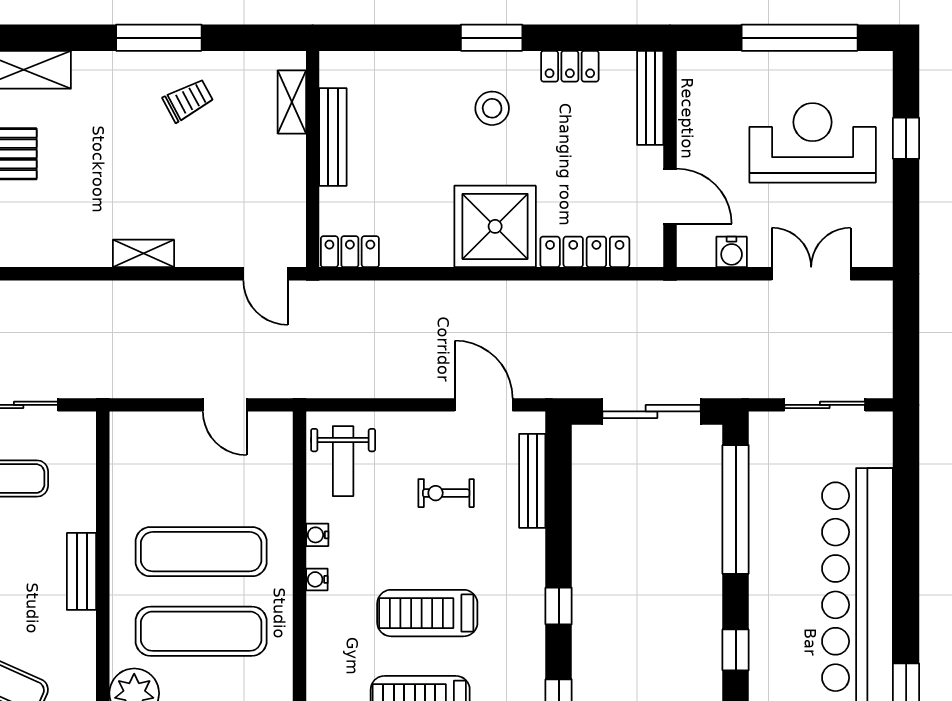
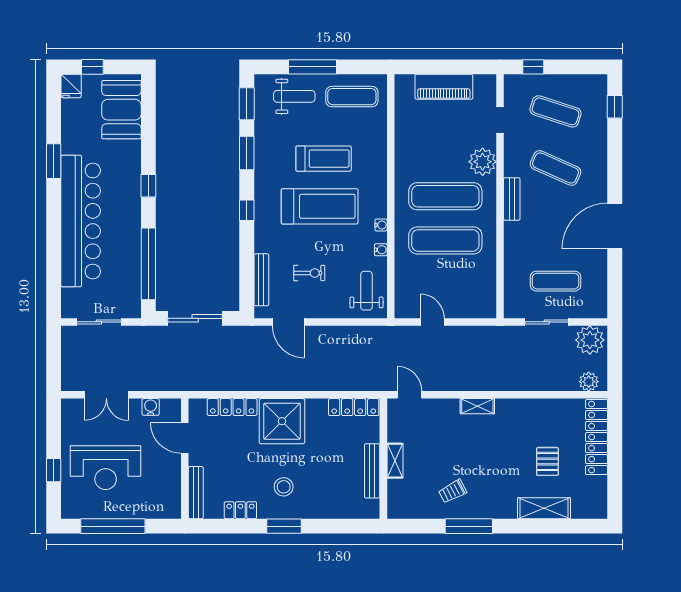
shelving: (292, 102) -> (395, 461), moved
locker: (350, 252) -> (354, 407), width x1.53
bench: (82, 571) -> (512, 199), moved
treadmill: (427, 613) -> (320, 206), width x1.37, depth x1.38

